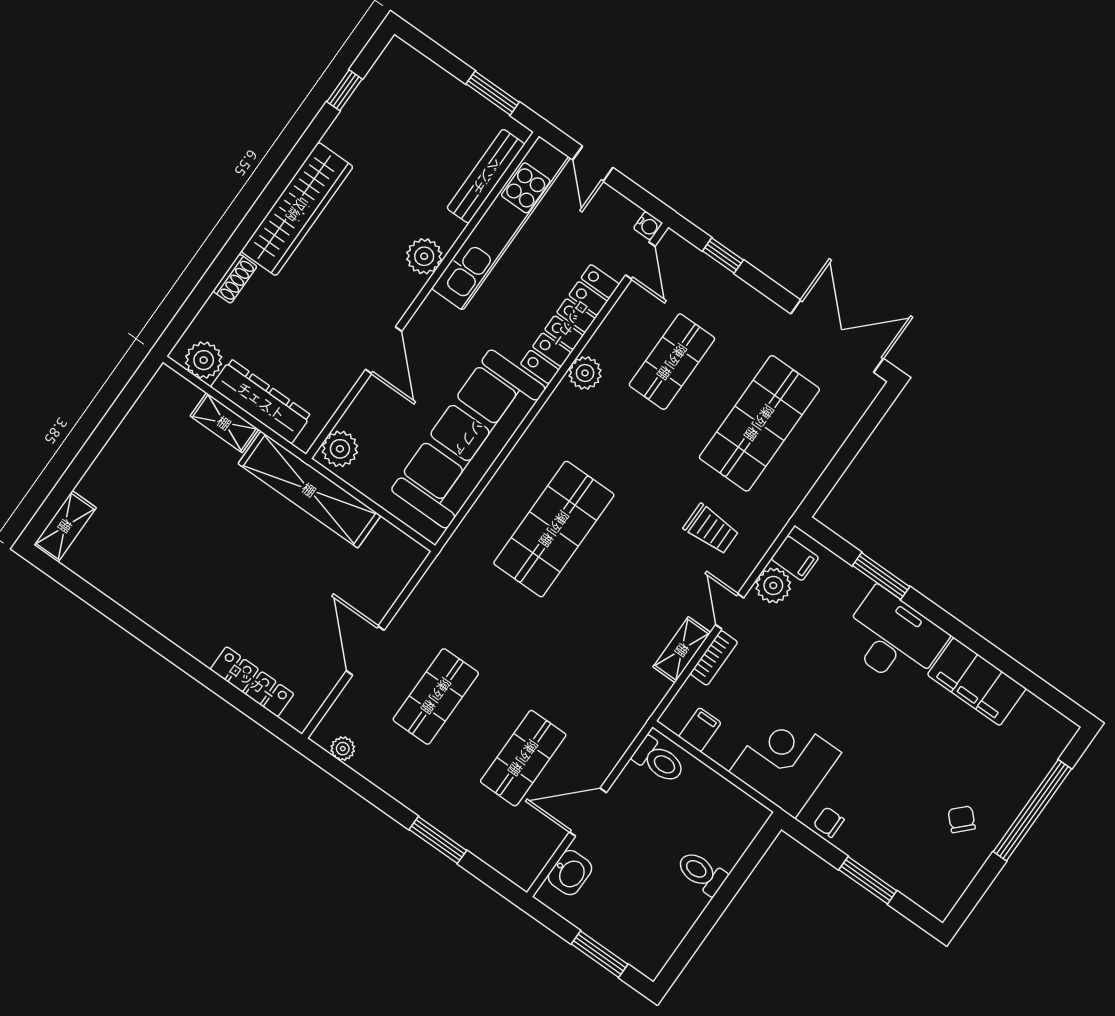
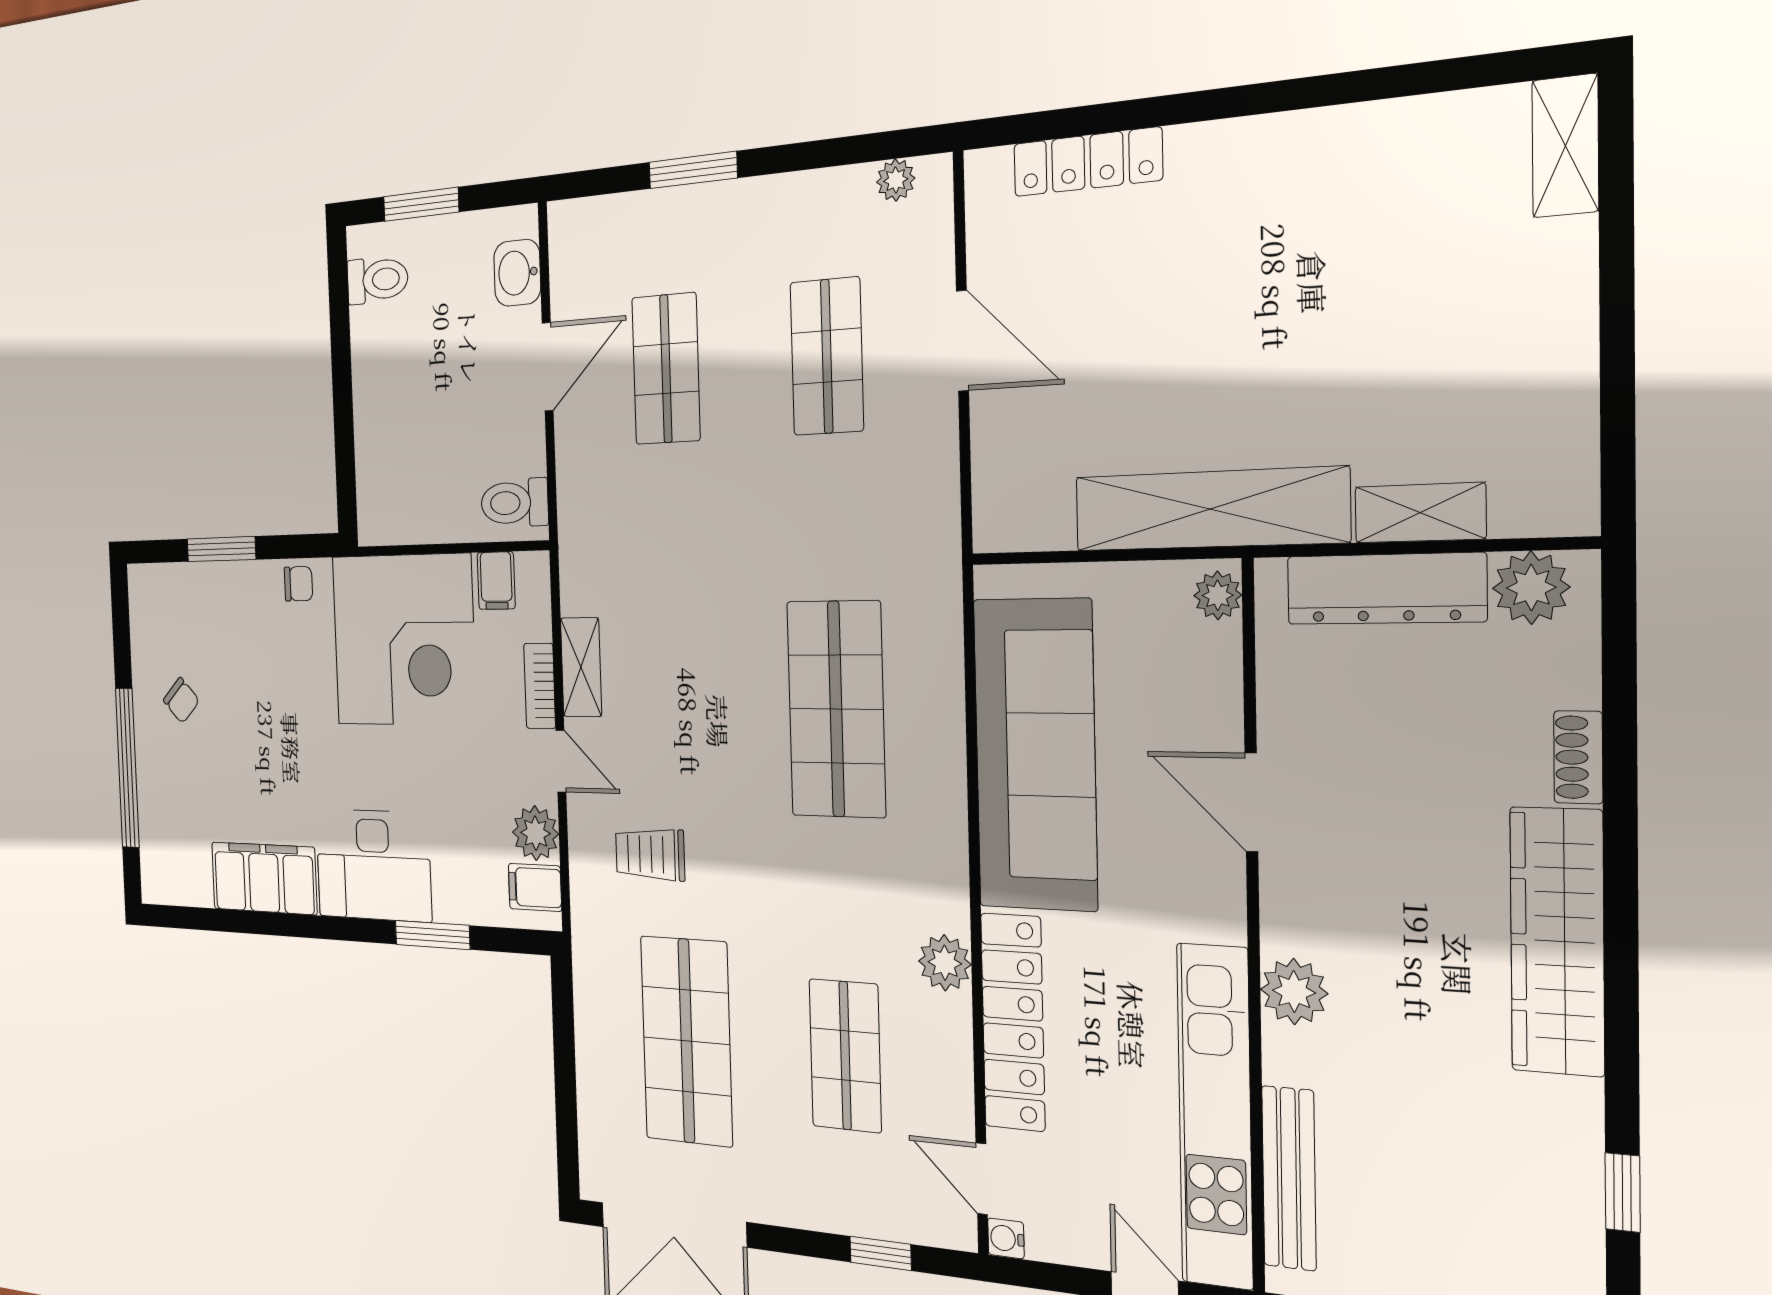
plant: (340, 449) -> (1218, 595), width x0.73, depth x0.73
corner desk: (785, 762) -> (404, 640), width x1.36, depth x1.36
toilet: (702, 873) -> (377, 280), moved

